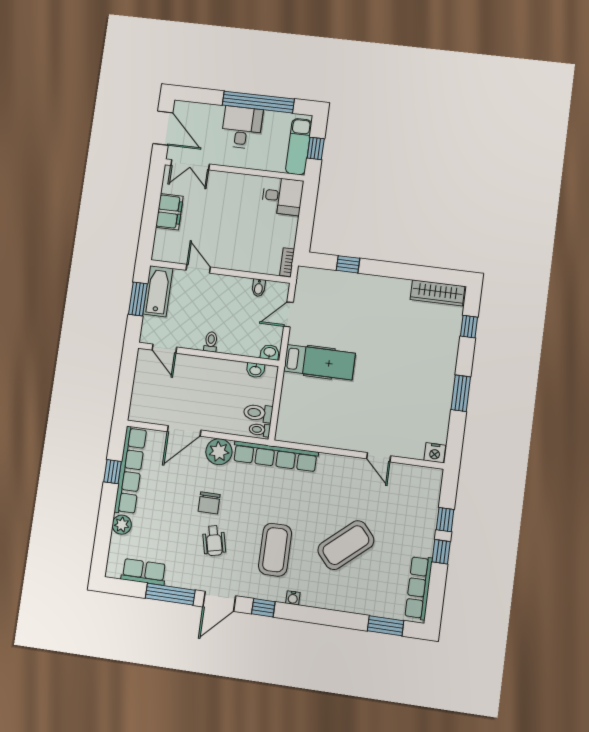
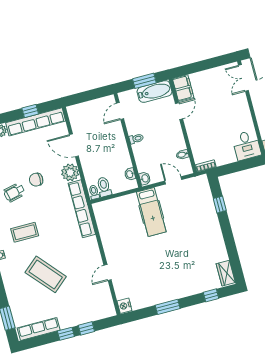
filing cabinet: (169, 212) -> (183, 88), moved, turned -90
wardrobe: (437, 293) -> (226, 273), width x0.67
coffee table: (275, 550) -> (25, 232), width x0.73, depth x0.76

